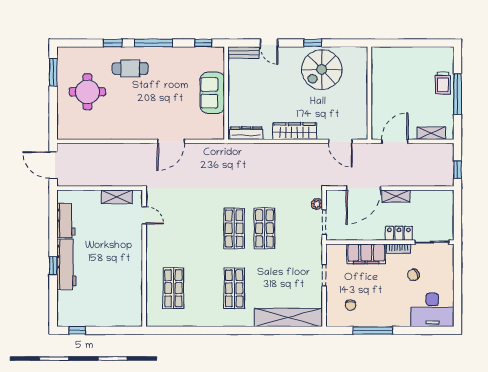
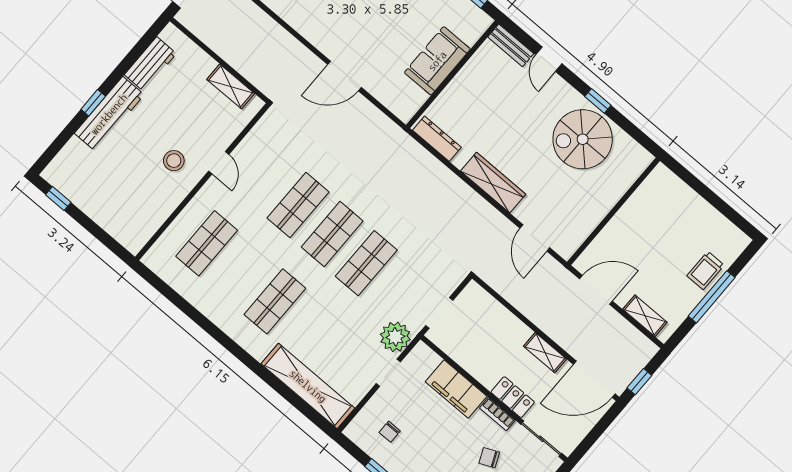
door: (363, 188) -> (594, 379), moved
plant: (317, 204) -> (395, 337), moved, width x1.88, depth x1.88
door: (144, 215) -> (219, 163), moved
shop shelf: (204, 228) -> (298, 205), added
stool: (120, 260) -> (174, 161), added

